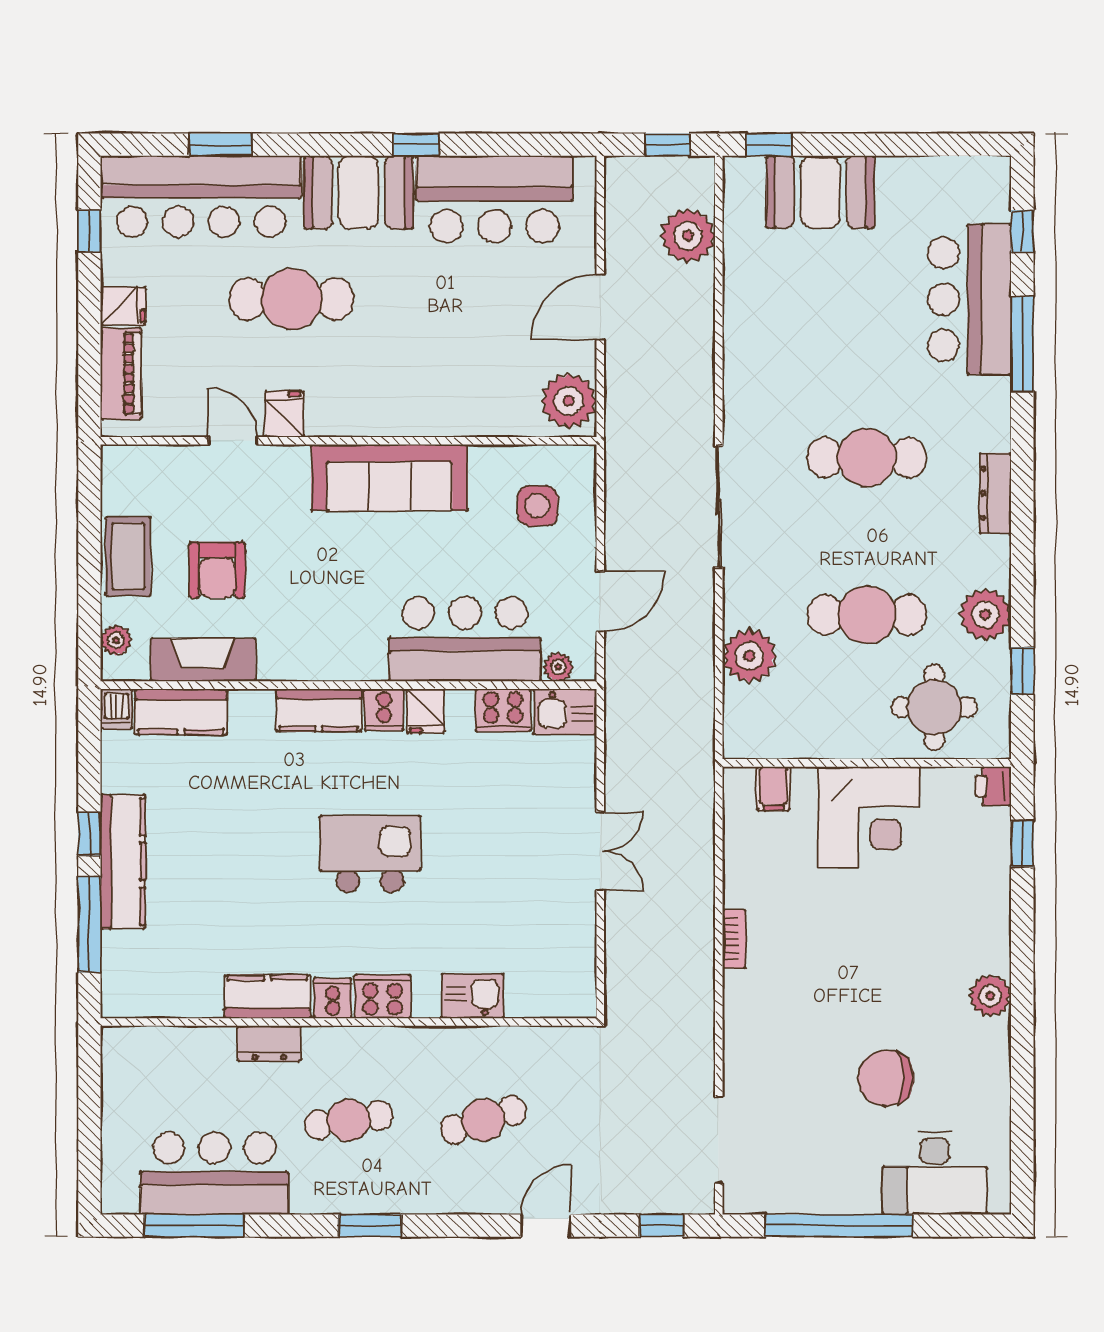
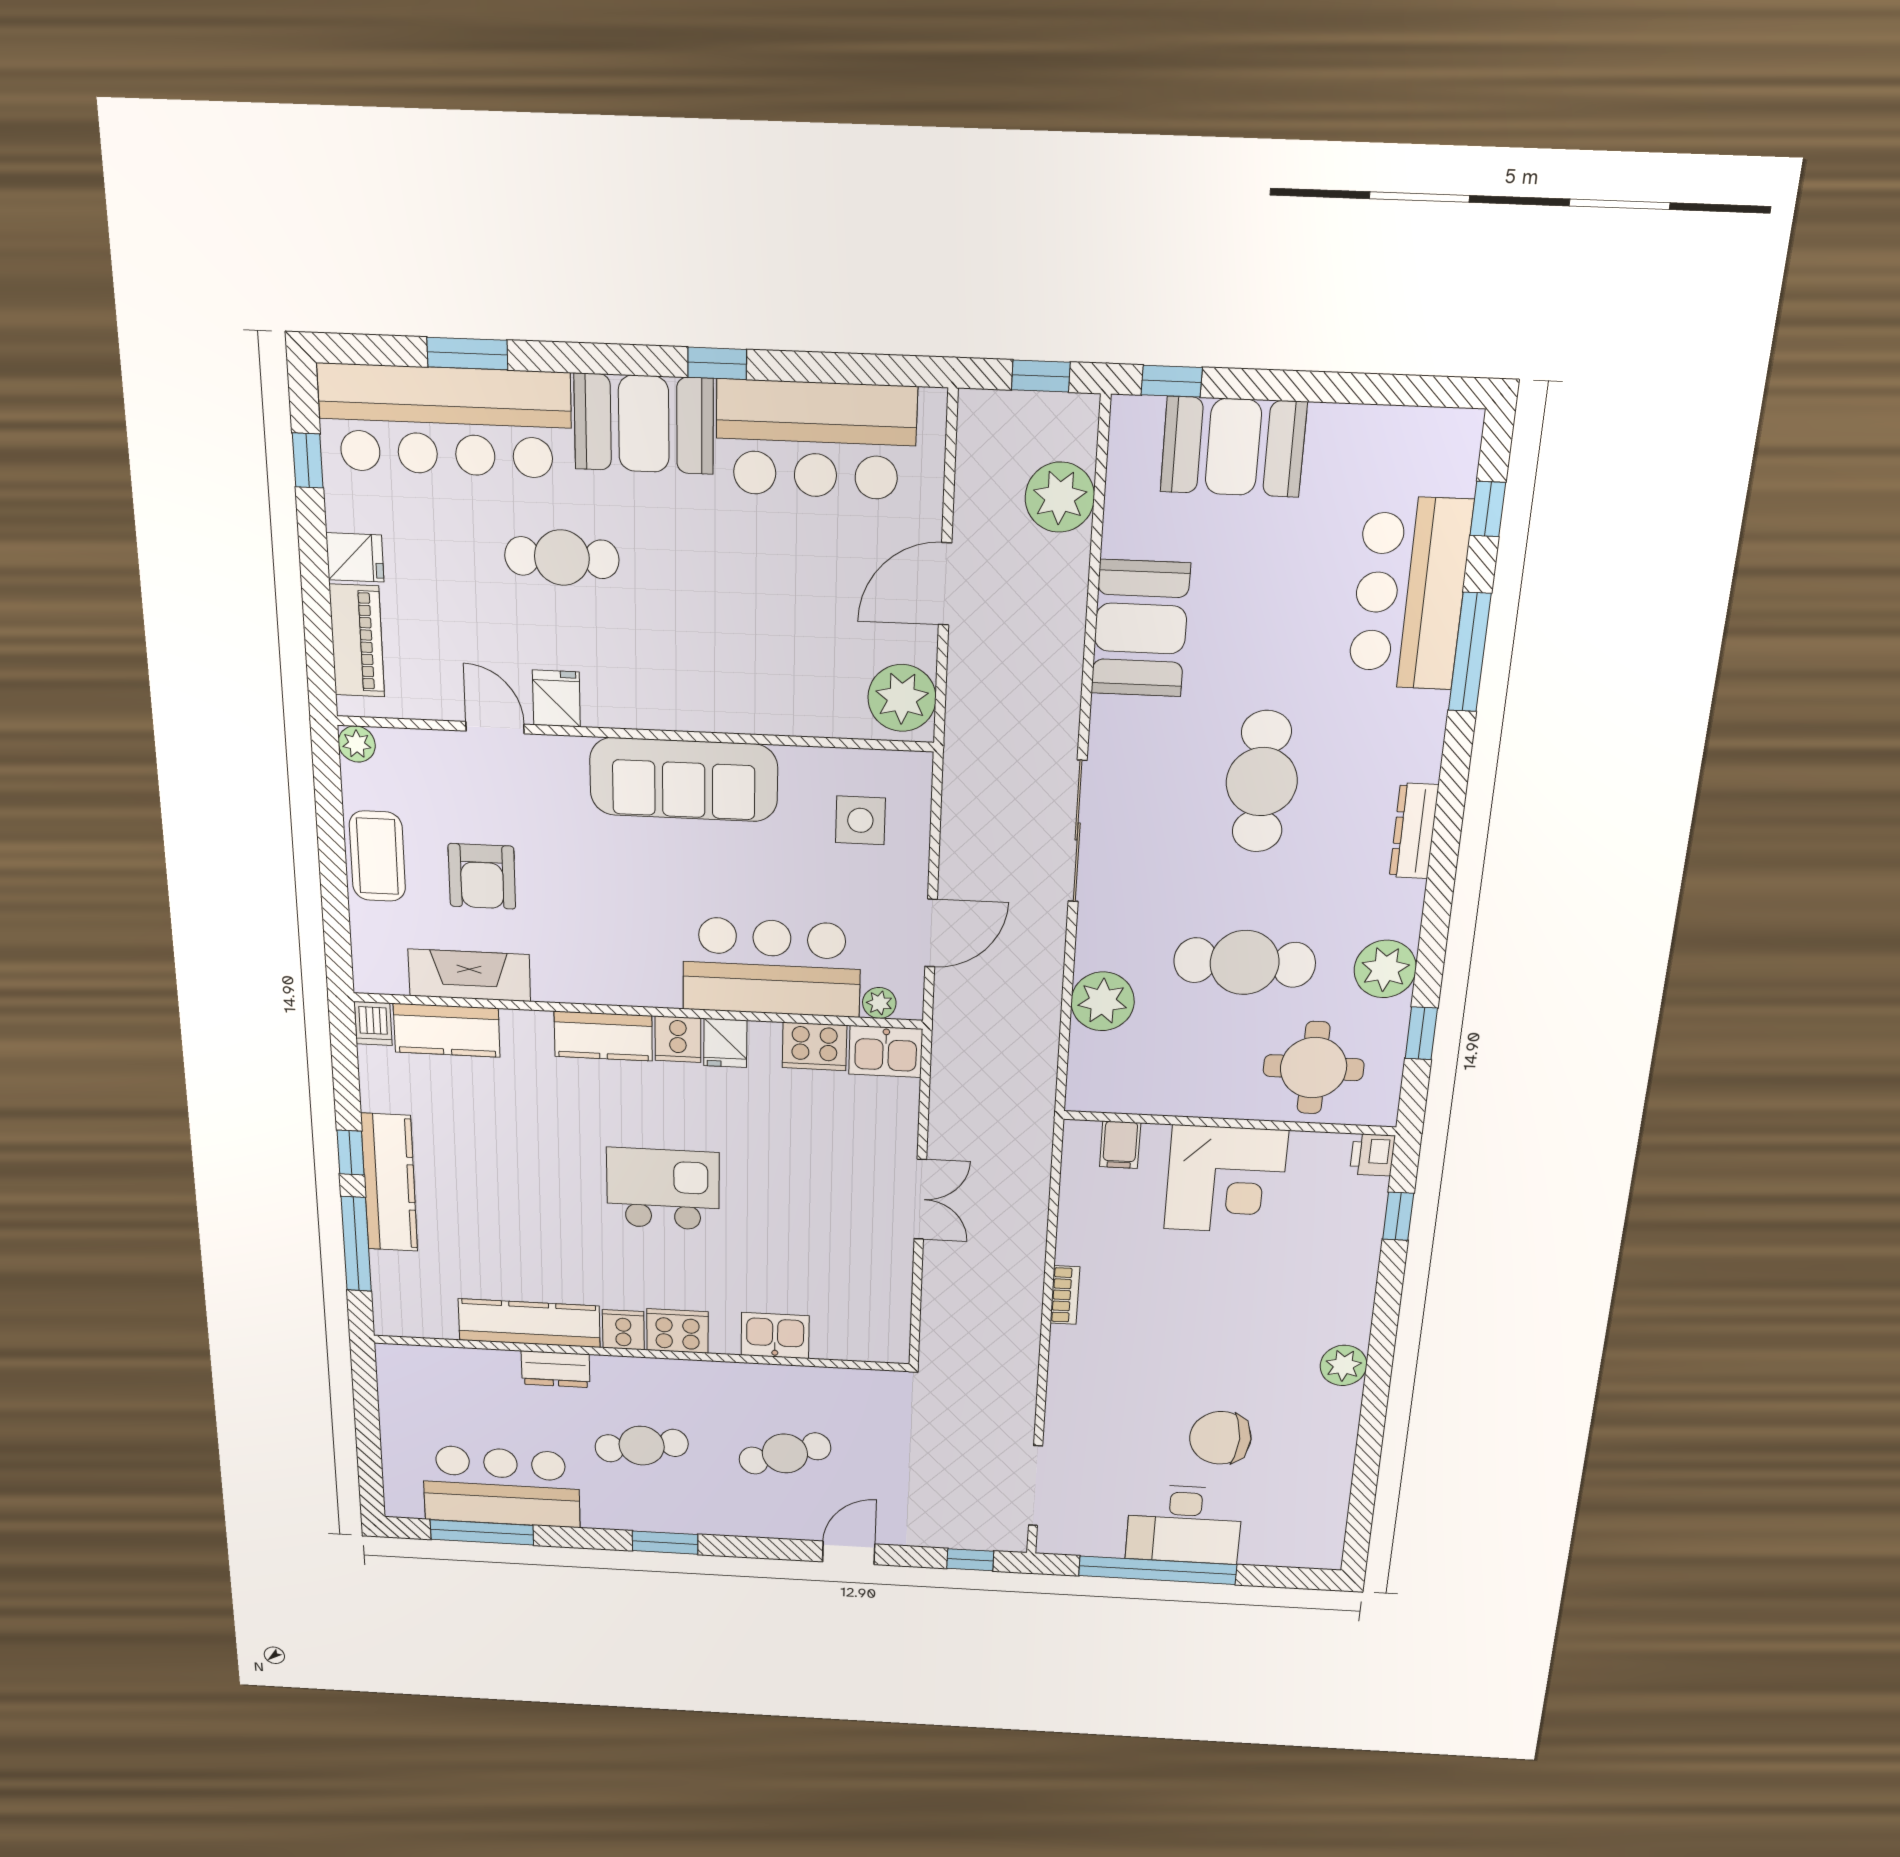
cafe table: (291, 299) -> (562, 558), width x0.73, depth x0.74
booth: (759, 336) -> (1140, 628), added
cafe table: (867, 457) -> (1262, 782), turned 90
plant: (116, 640) -> (357, 744), moved
kitchen counter: (267, 997) -> (529, 1323), width x1.50
desk: (935, 1173) -> (1184, 1524), moved

